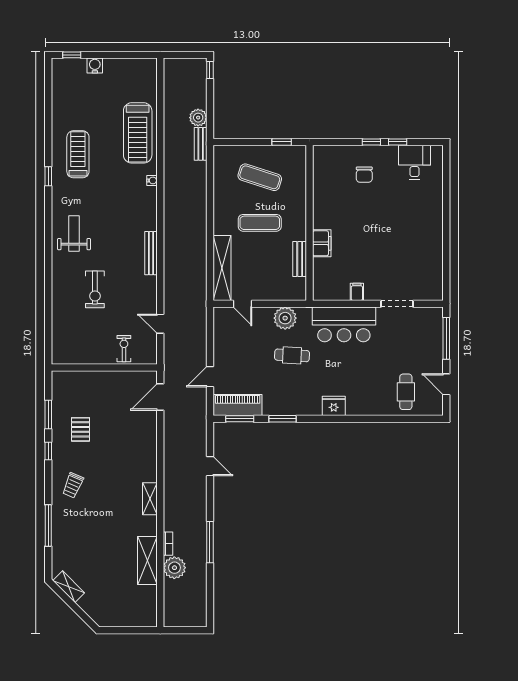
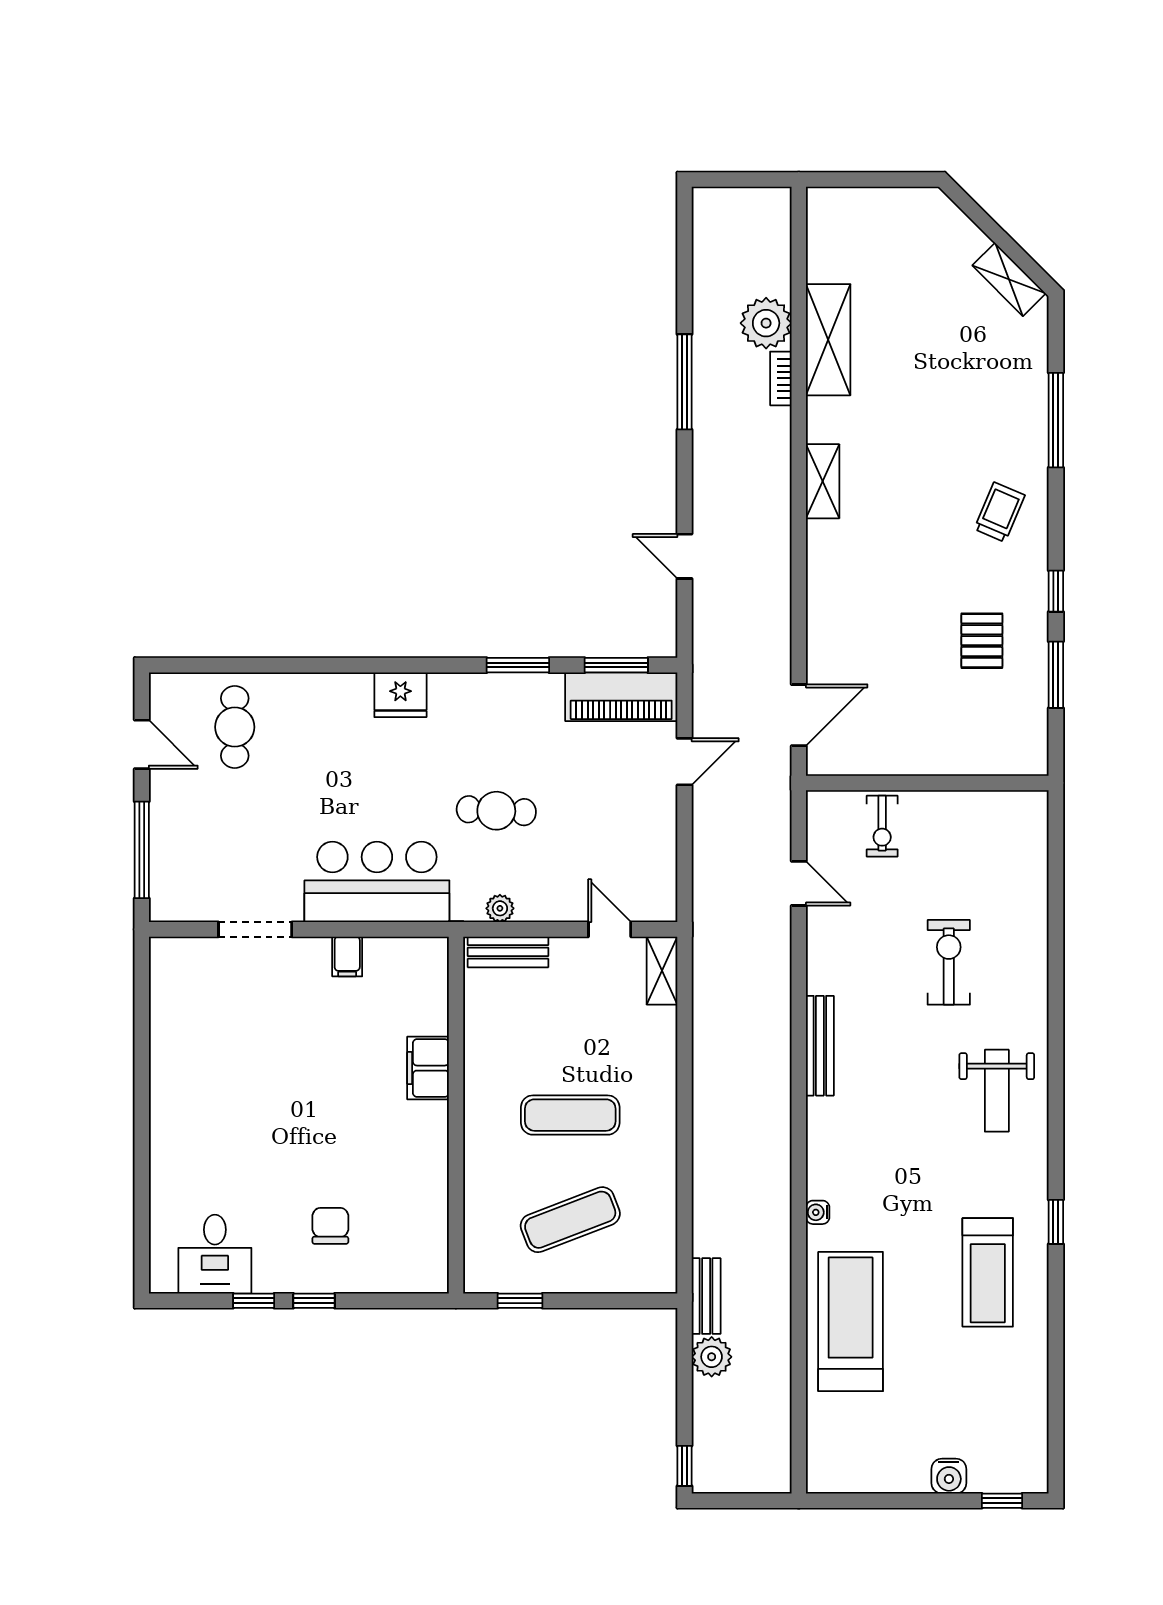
exercise mat: (260, 177) -> (570, 1220), turned -39
bench: (300, 259) -> (508, 952), moved, turned 90
shelving: (222, 268) -> (662, 971), width x0.45, depth x0.75
plant: (285, 318) -> (500, 908), width x0.53, depth x0.53

